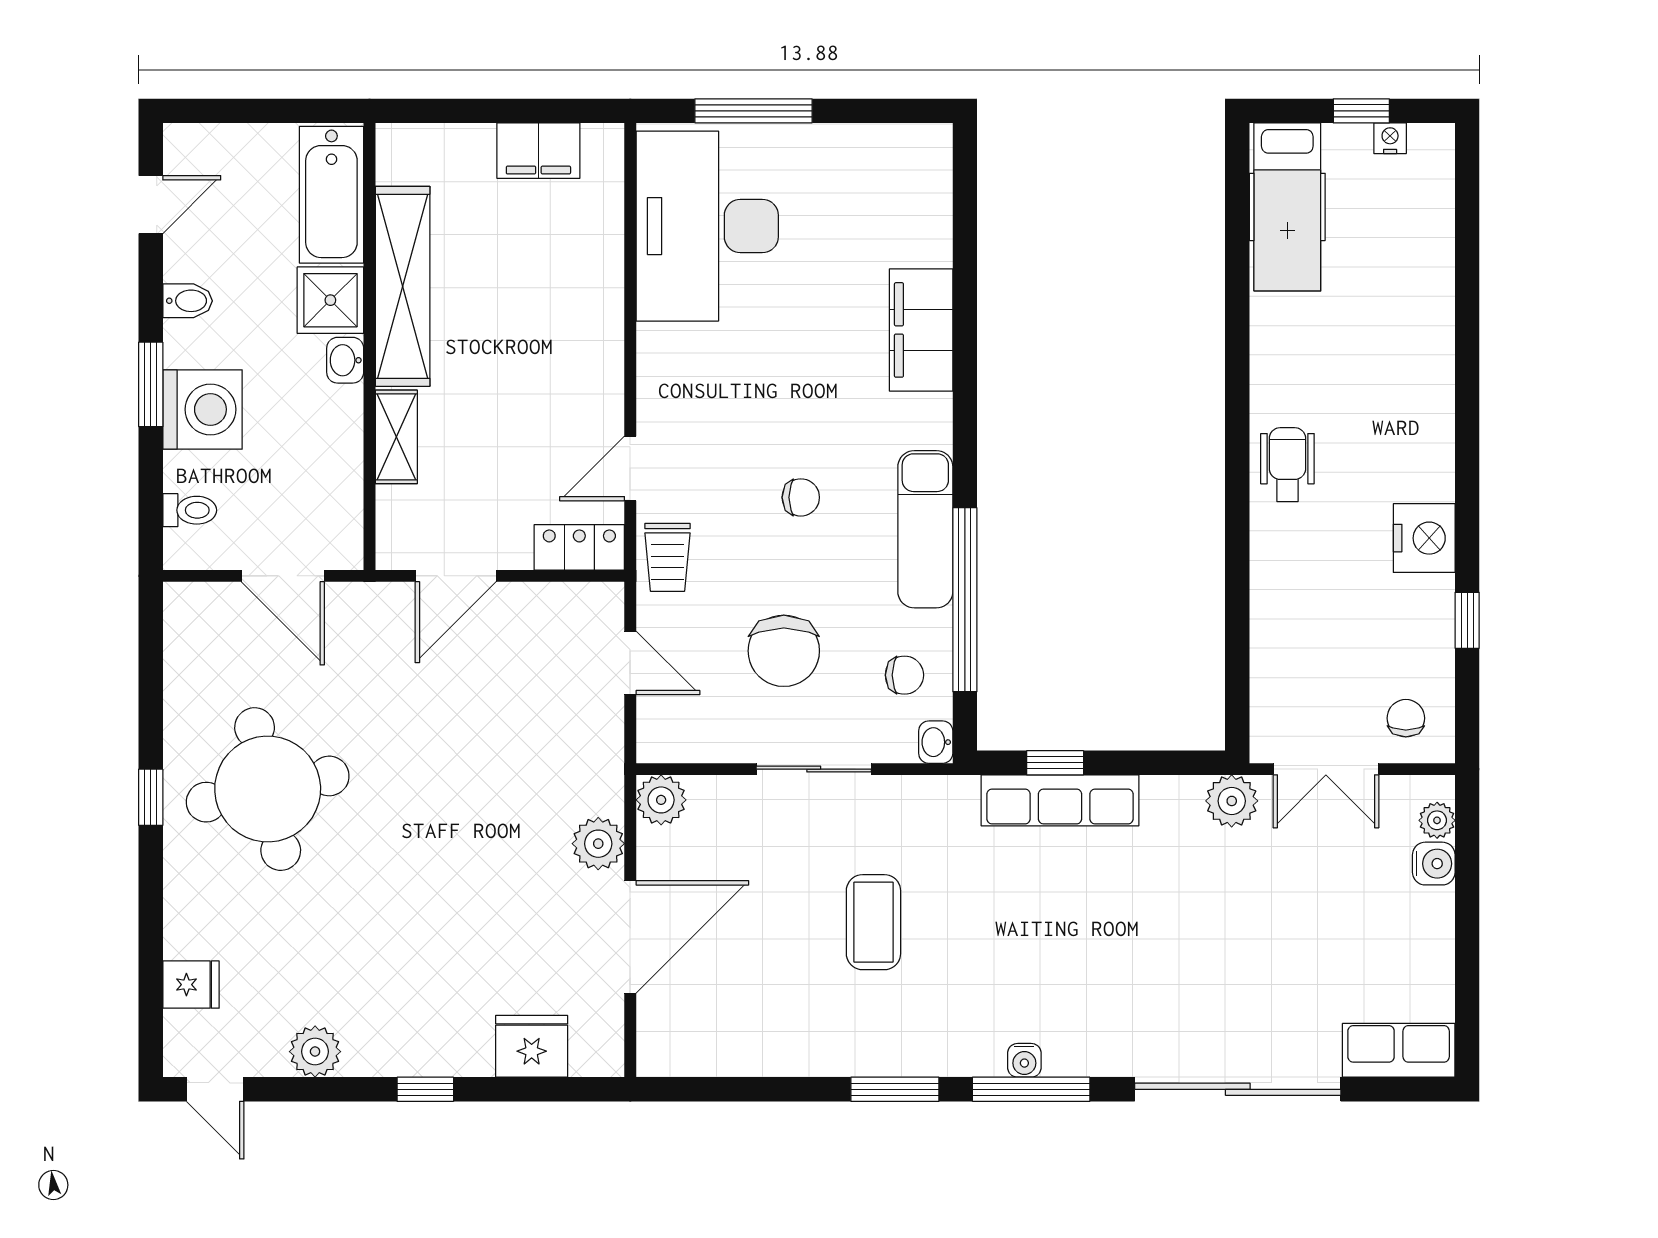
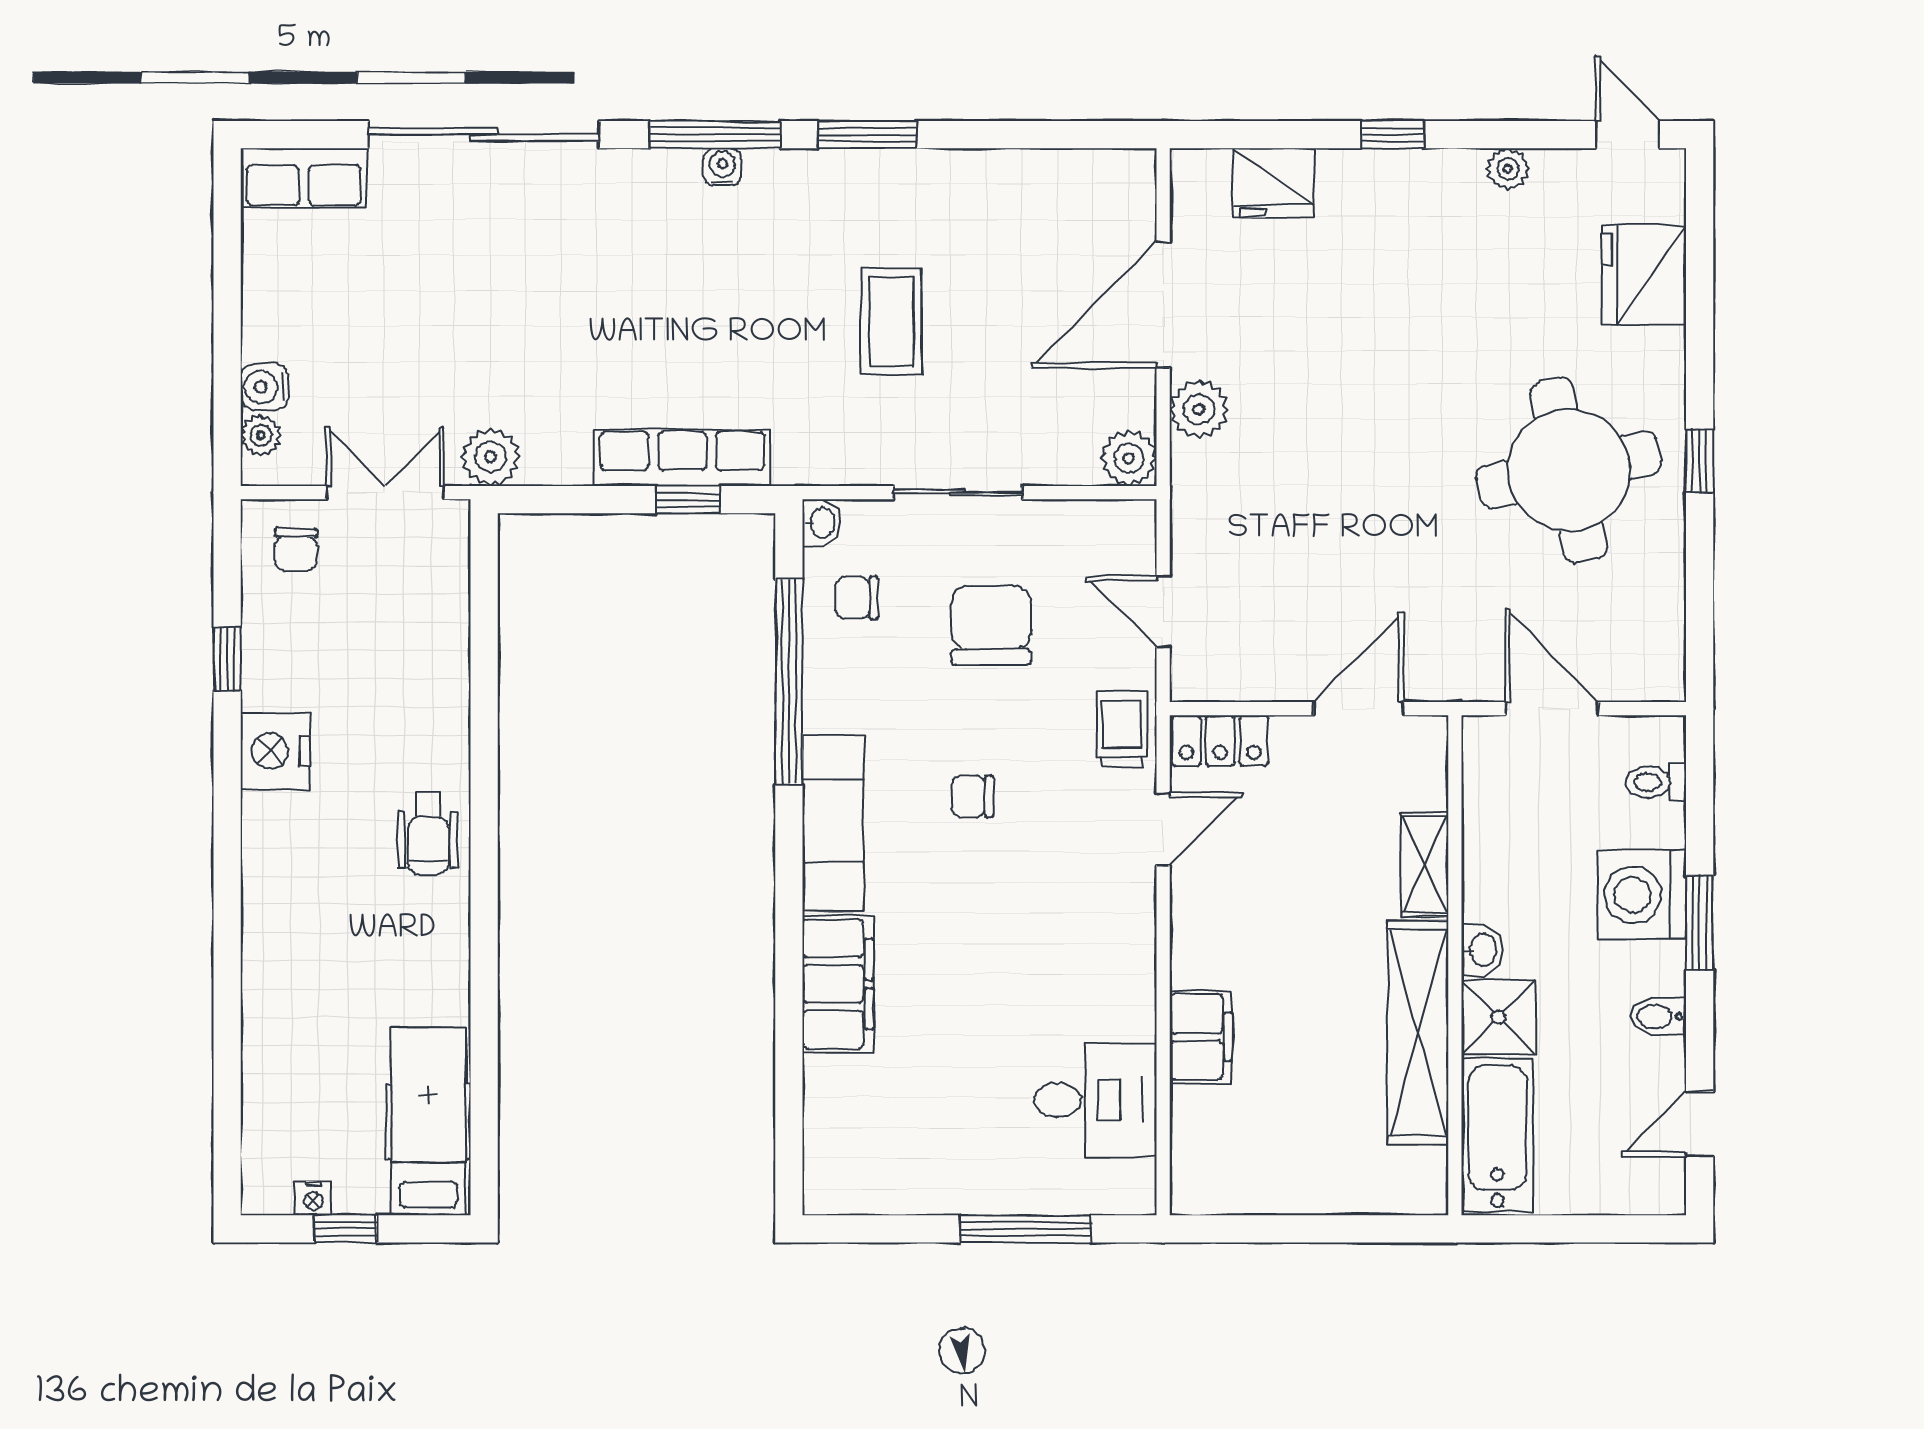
filing cabinet: (538, 151) -> (1201, 1037), moved, turned 90
desk: (707, 226) -> (1095, 1100), width x0.53, depth x0.77
exam couch: (925, 529) -> (833, 823), moved
fridge: (191, 985) -> (1644, 275), width x1.88, depth x1.34
plant: (315, 1052) -> (1508, 169), width x0.73, depth x0.73

